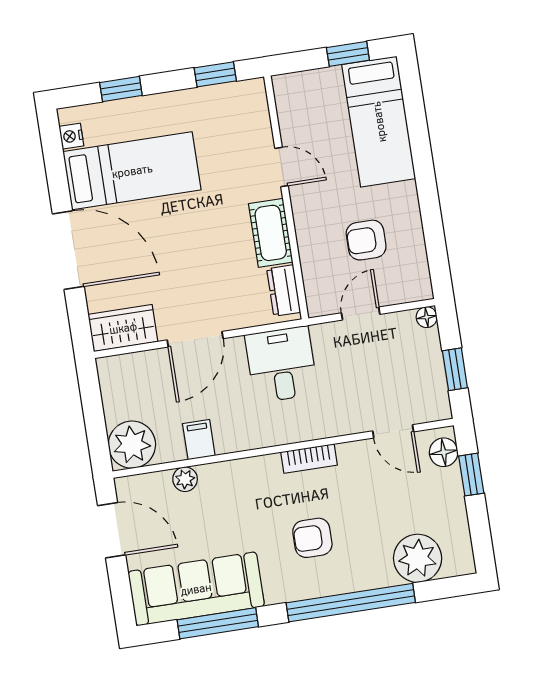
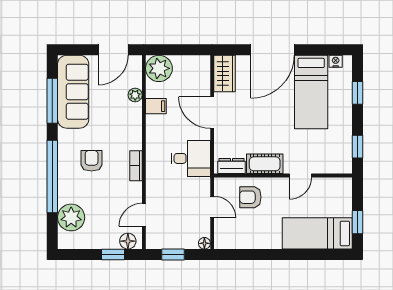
armchair: (366, 240) -> (250, 197), moved, turned -90

